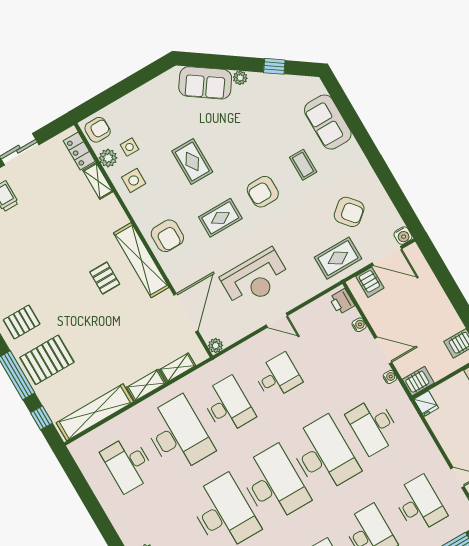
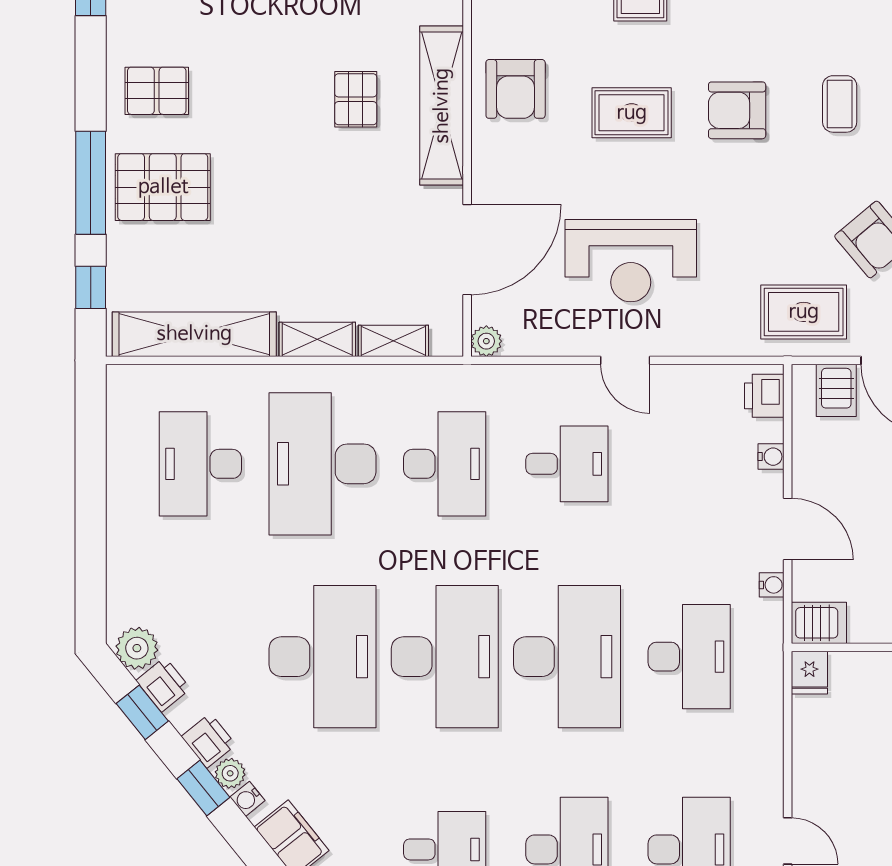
desk: (373, 426) -> (689, 657), turned 180
desk: (178, 435) -> (322, 464), turned 180

